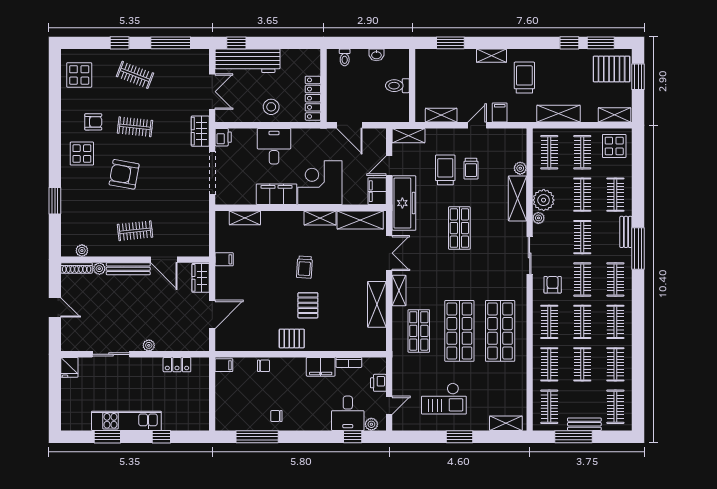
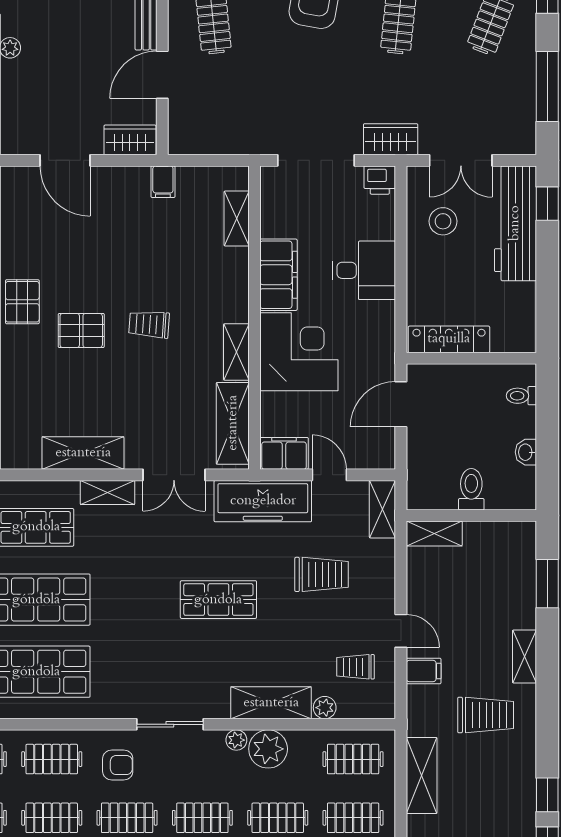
stool: (271, 107) -> (443, 221), moved
shelving: (441, 115) -> (434, 533), moved, turned 90
trolley: (471, 169) -> (355, 667), moved

